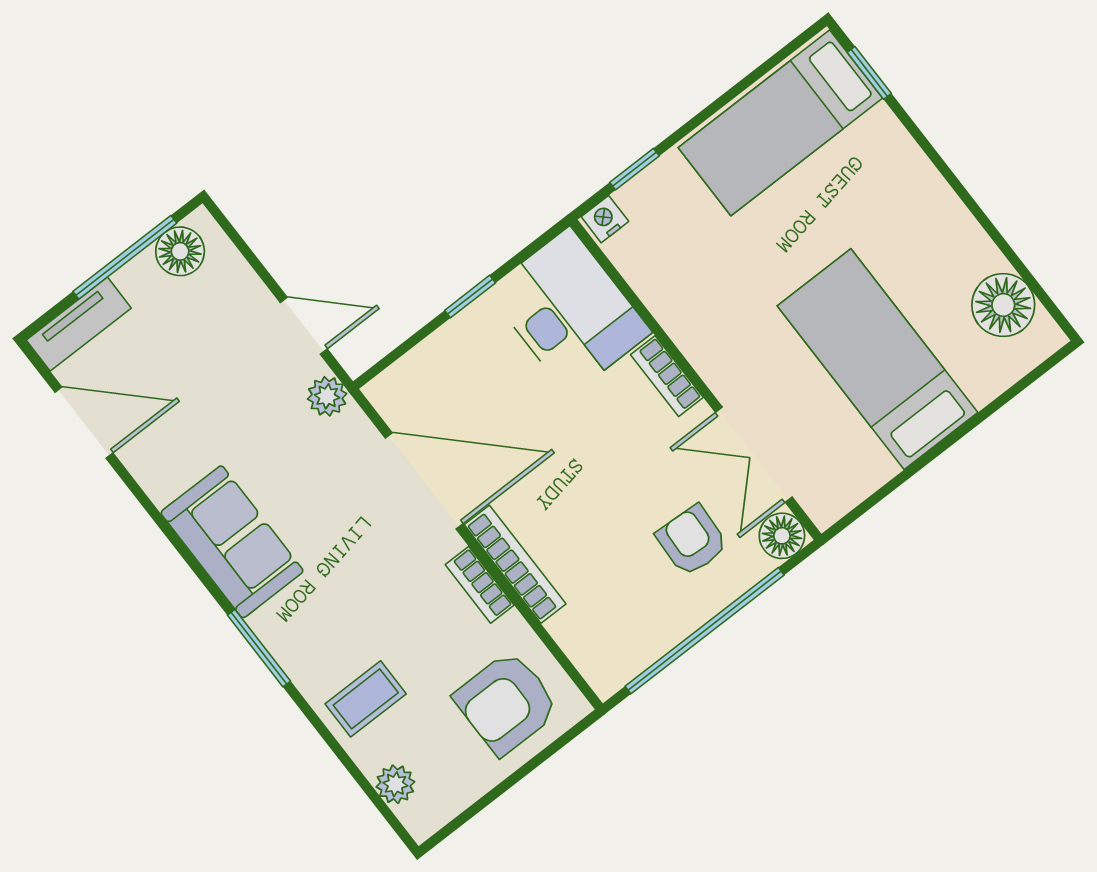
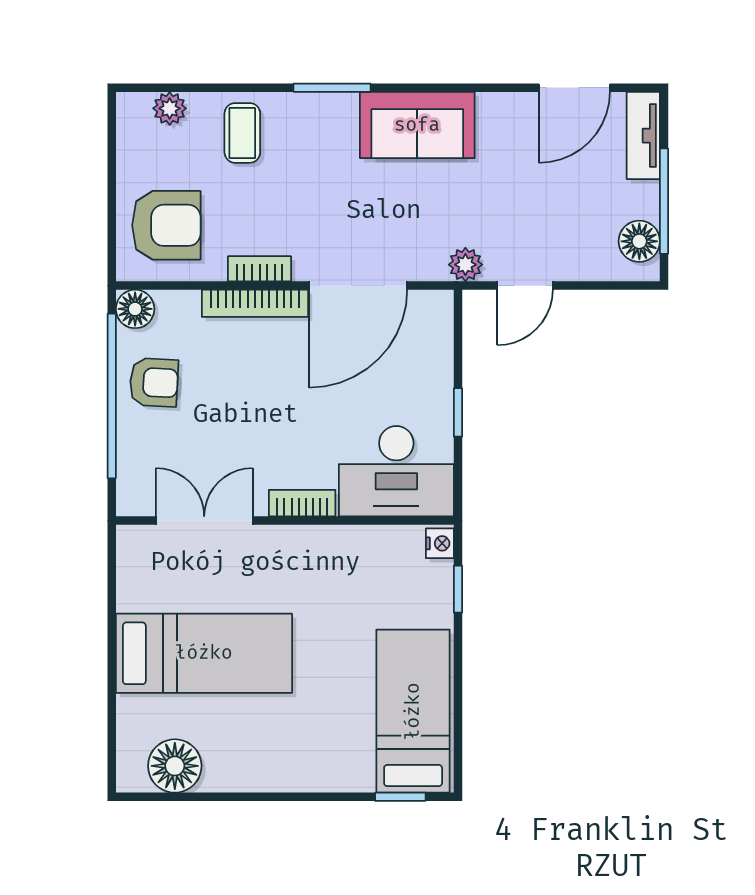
floor lamp: (782, 536) -> (135, 309), moved
armchair: (692, 541) -> (154, 382), moved
armchair: (506, 703) -> (166, 225), turned 90

